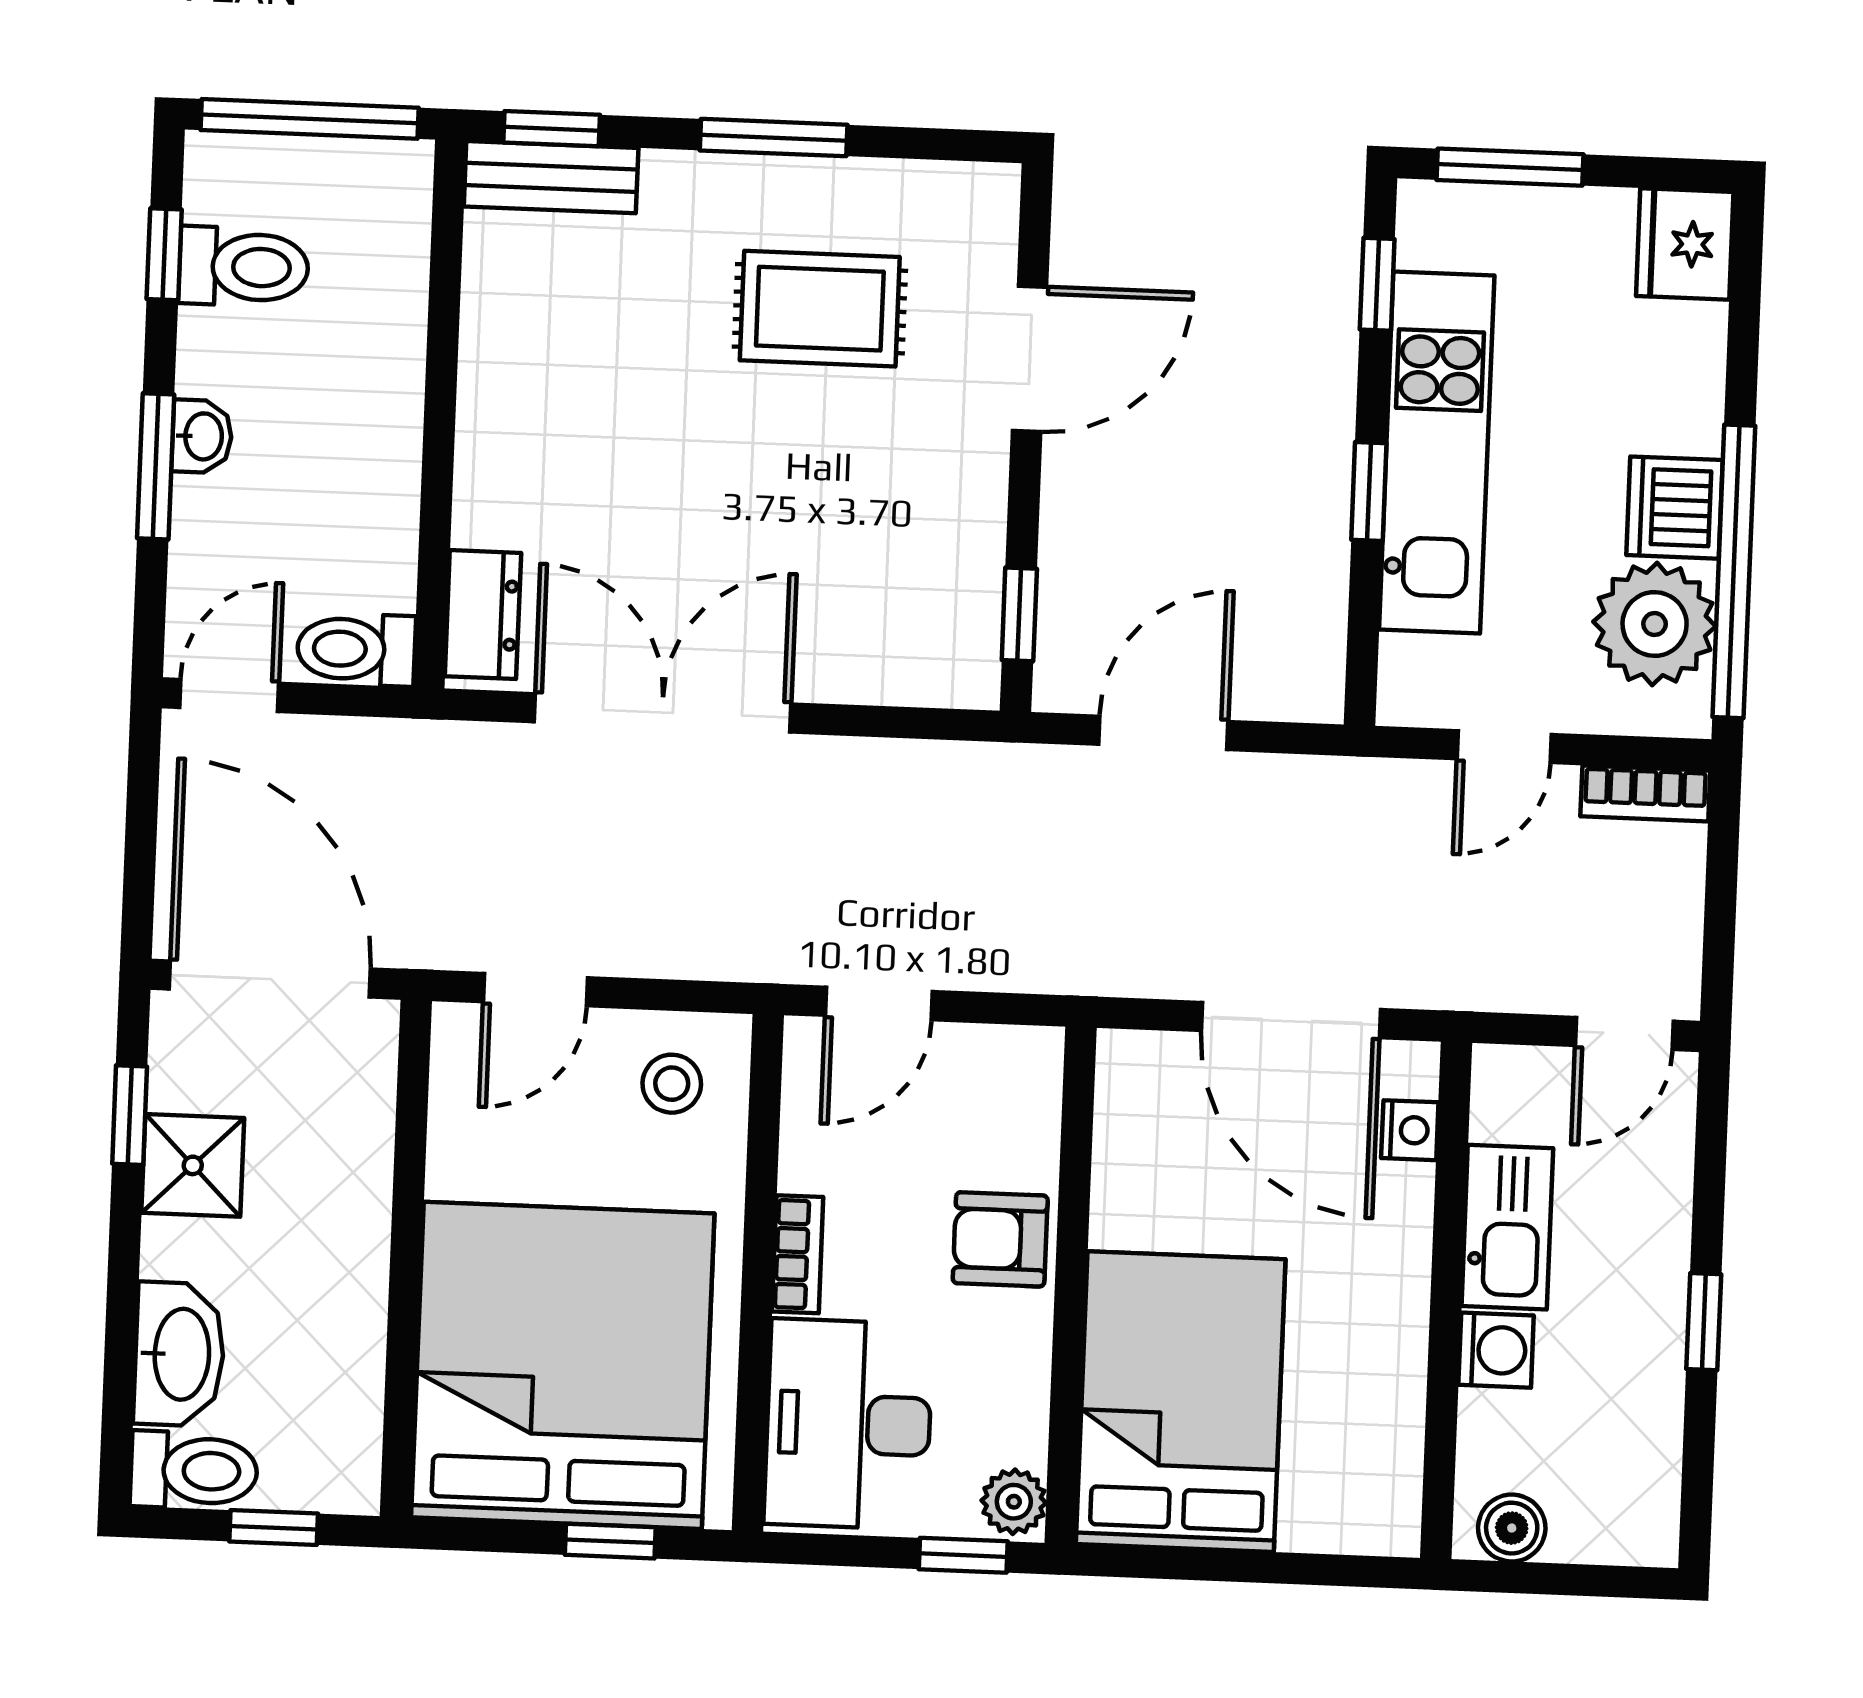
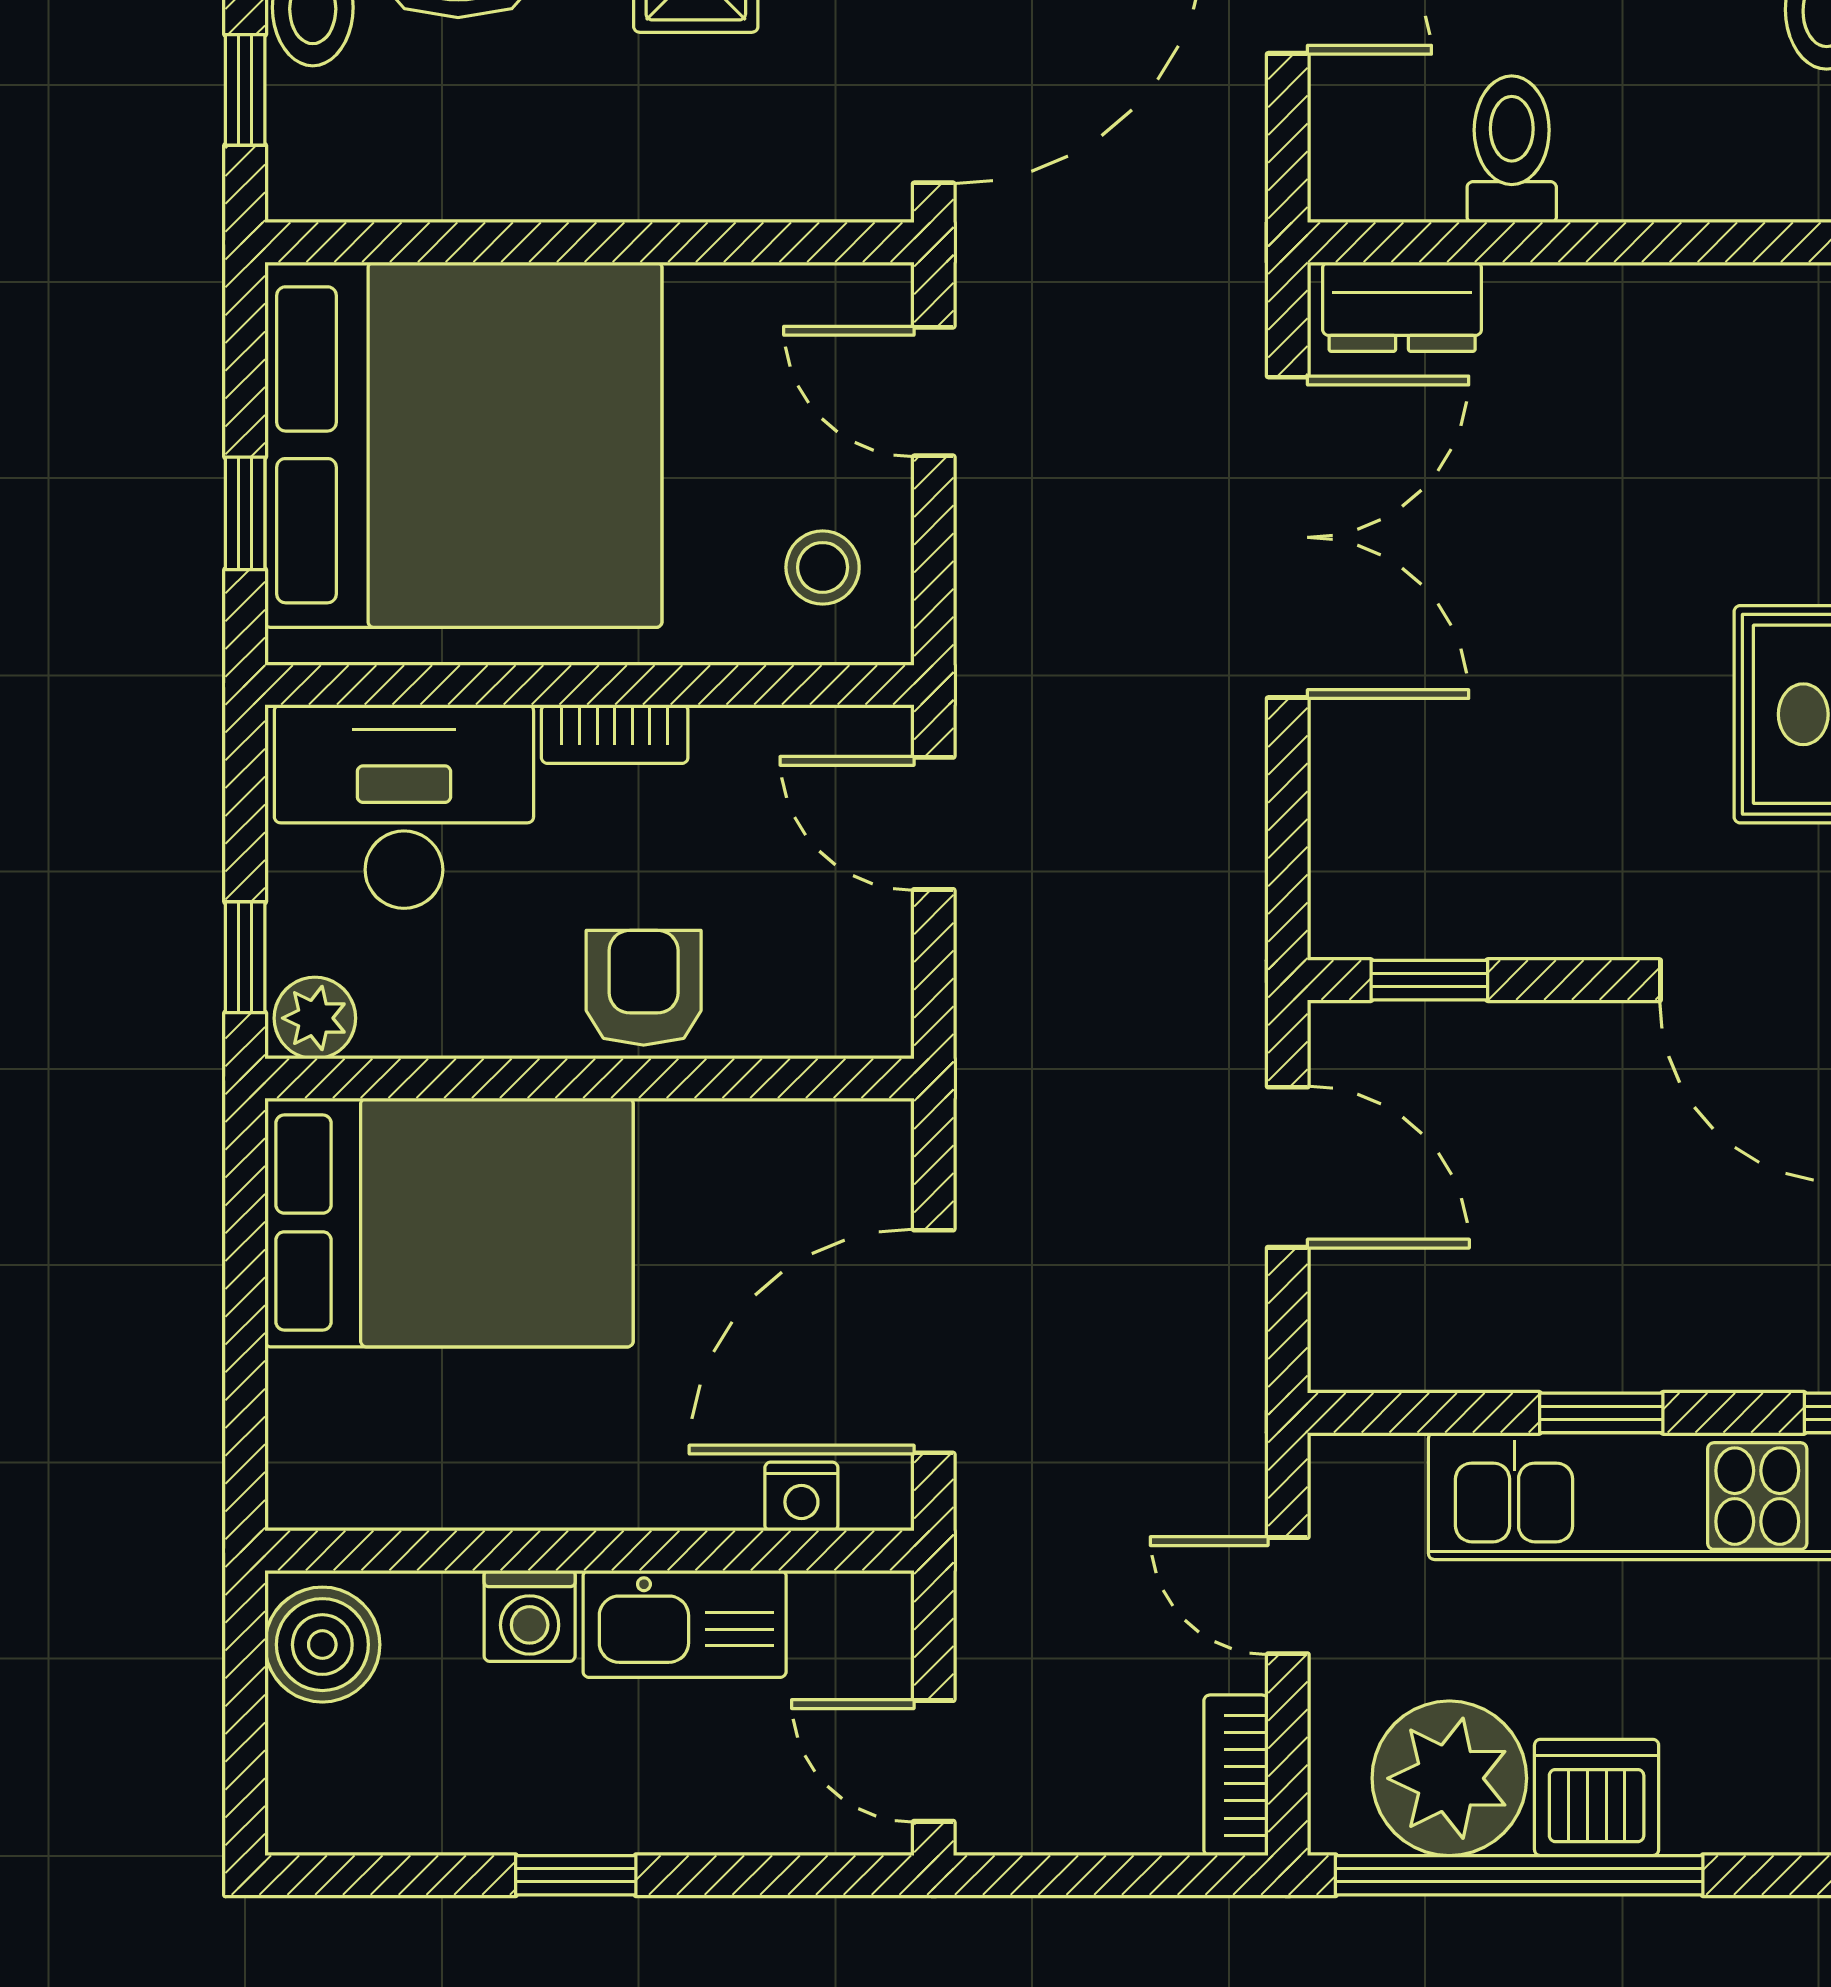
toilet: (356, 649) -> (1512, 149), moved
boiler: (1512, 1528) -> (322, 1645), width x1.36, depth x1.36

